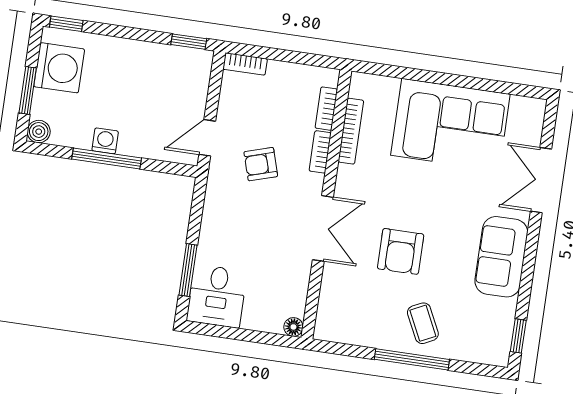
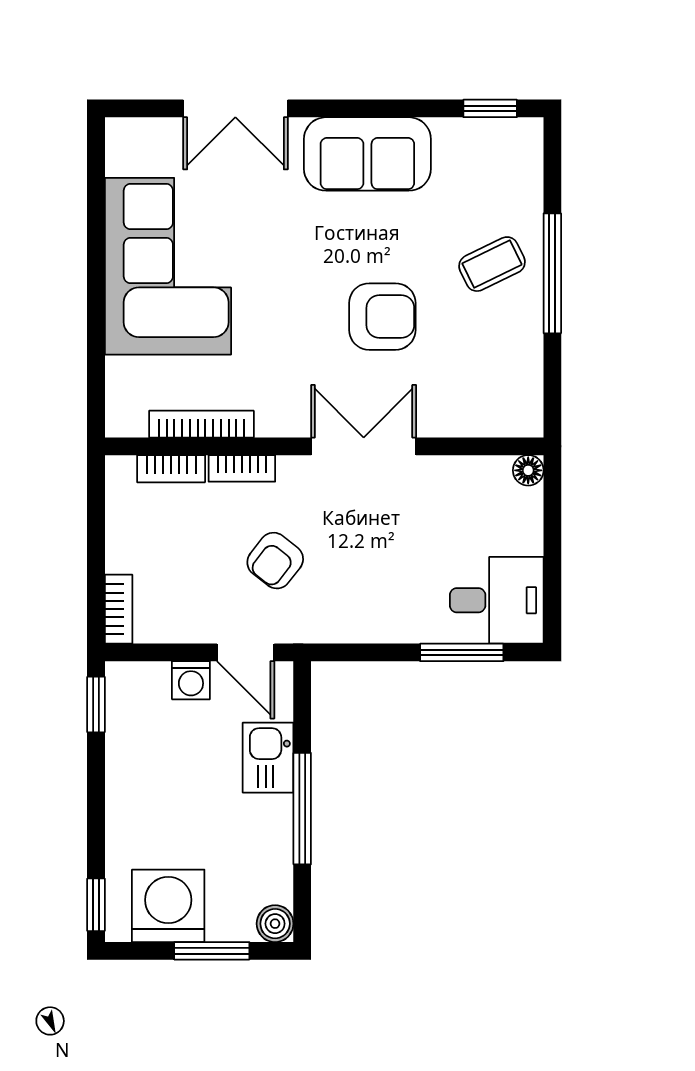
washing machine: (105, 141) -> (191, 680), moved, turned -90
kitchen sink: (141, 142) -> (268, 758), added
armchair: (261, 164) -> (275, 561), turned 55

